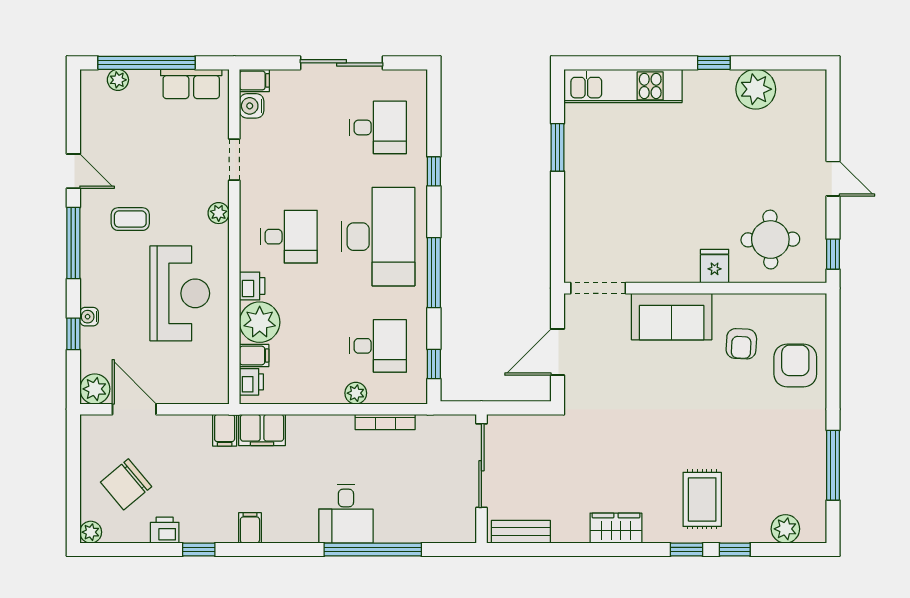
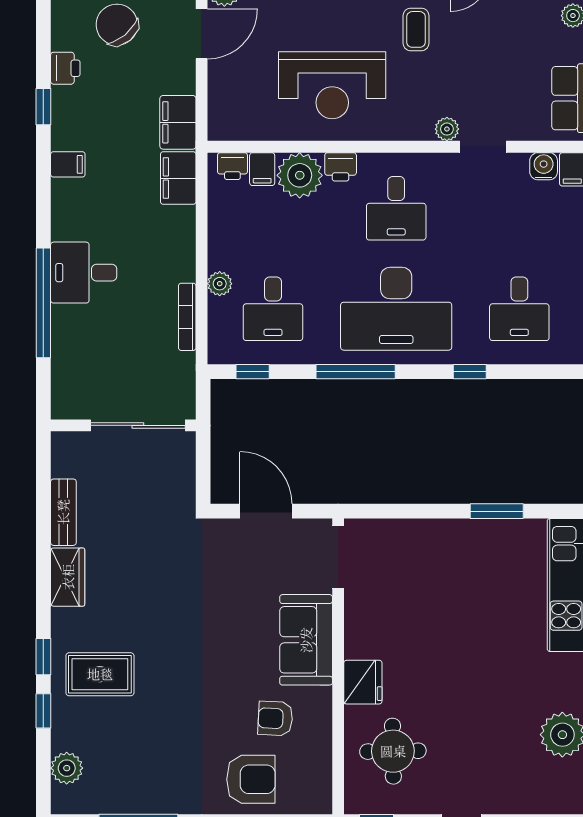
plant: (219, 213) -> (447, 129), moved
fridge: (715, 266) -> (363, 682), width x1.38
filing cabinet: (225, 430) -> (178, 122), width x2.00
bench: (521, 532) -> (63, 512), moved

